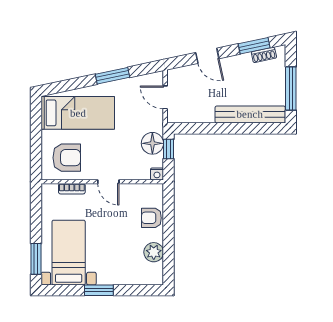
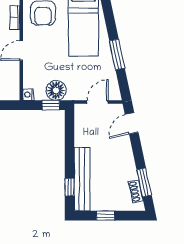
door: (207, 56) -> (132, 123), moved
window: (291, 89) -> (105, 216), width x0.46
window: (259, 128) -> (69, 187), added

